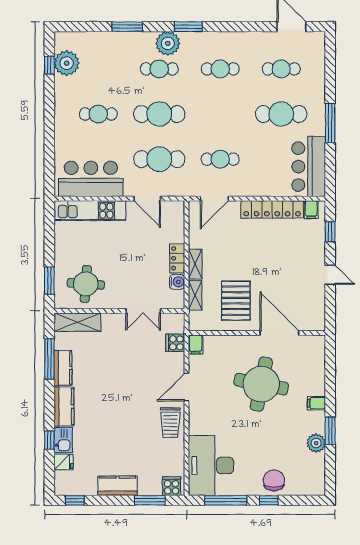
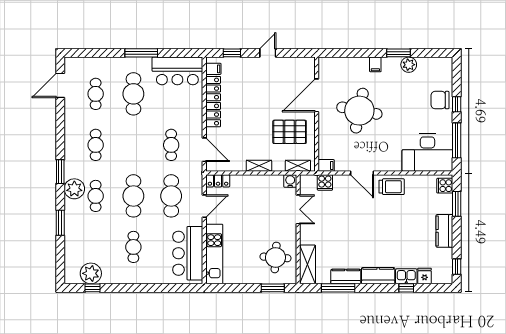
locker: (177, 258) -> (218, 181), moved
water cooler: (177, 282) -> (290, 181), moved
shelving: (195, 295) -> (298, 166), moved

